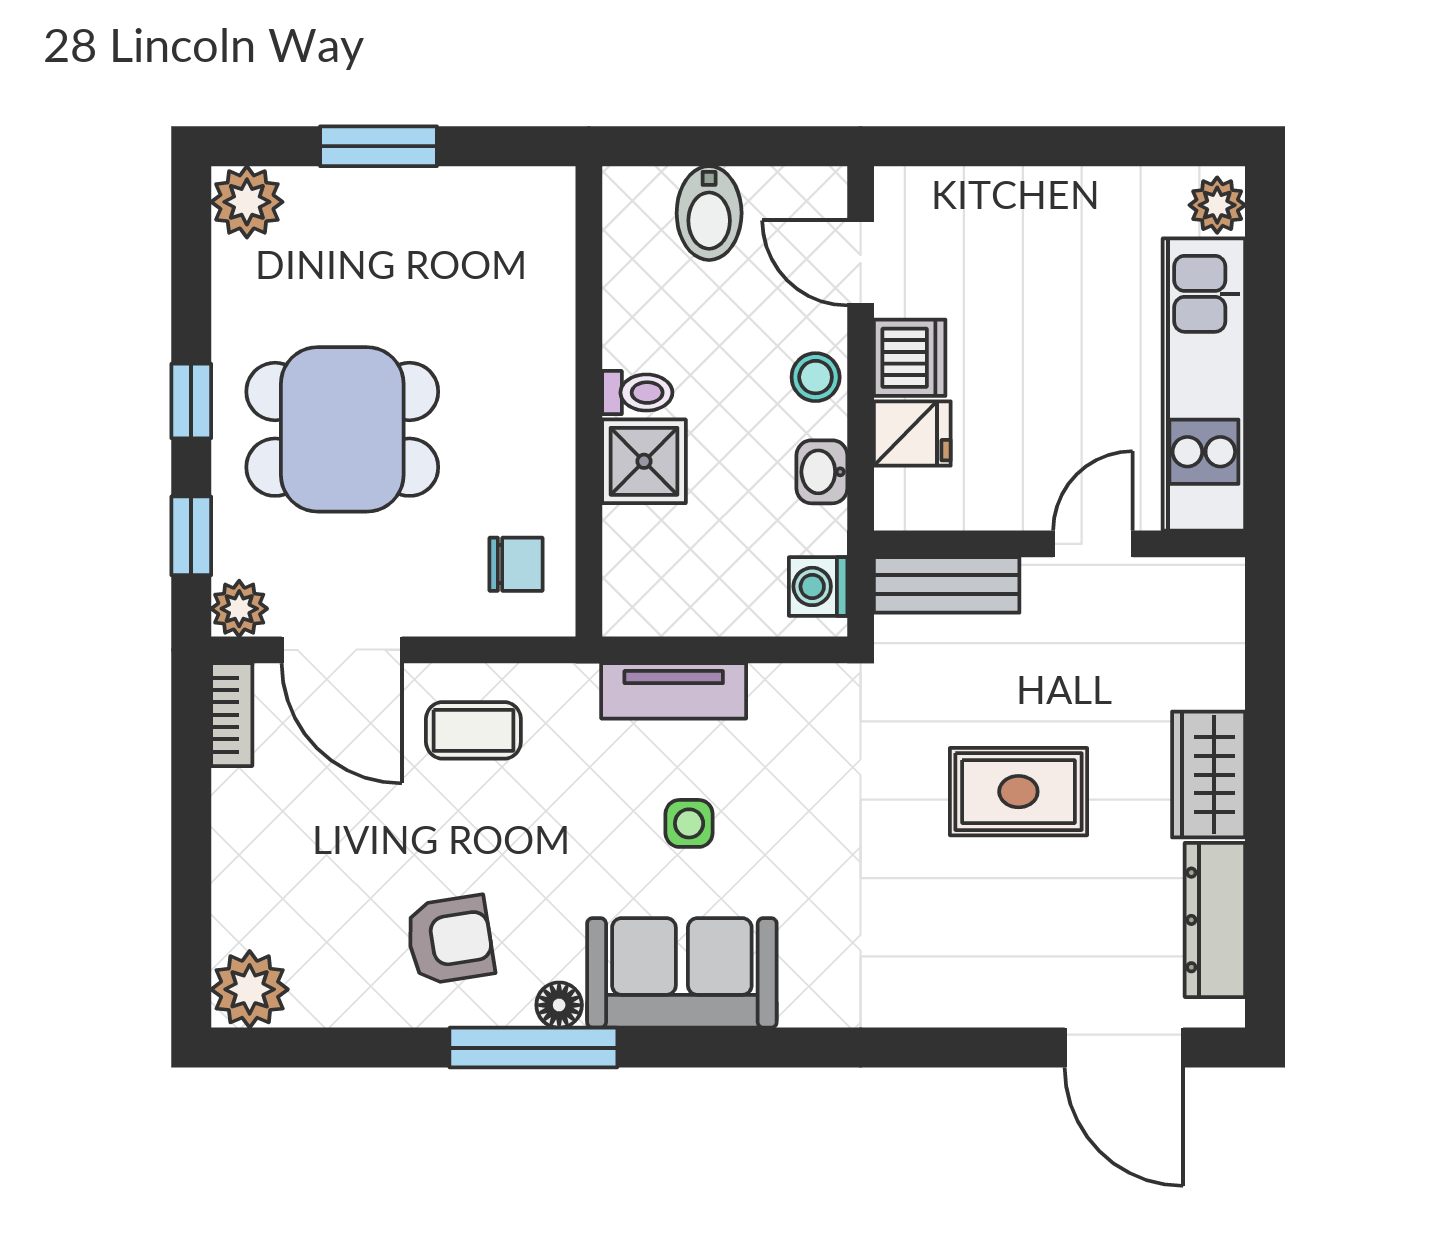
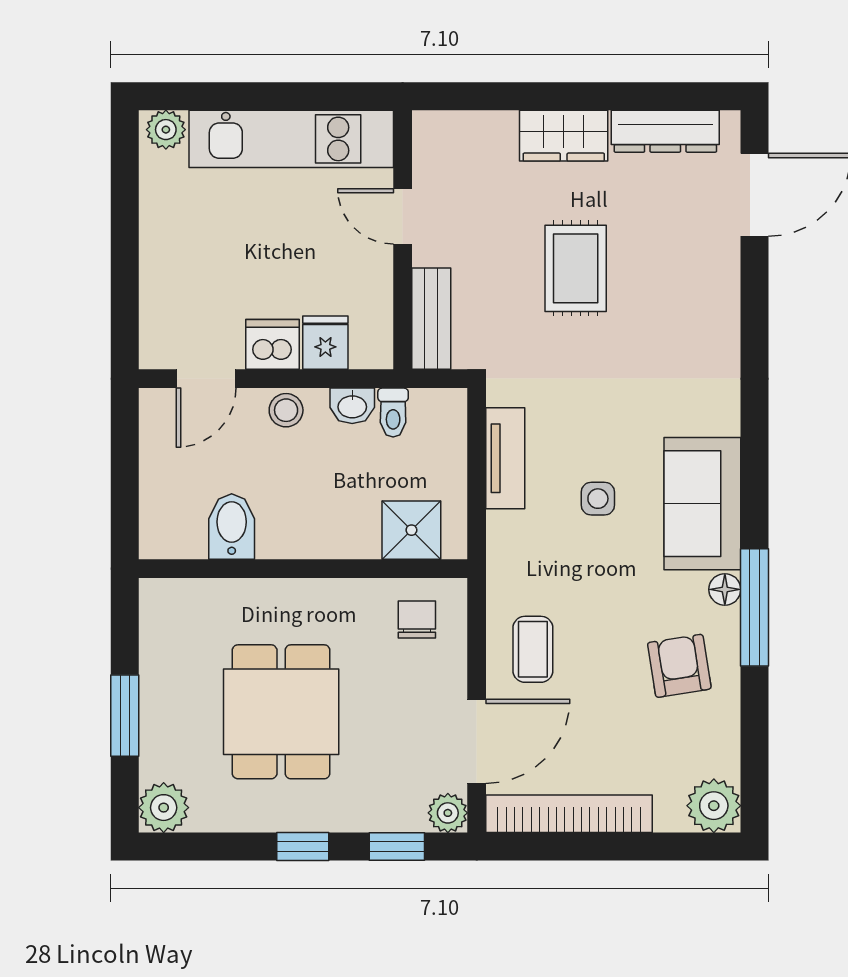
bidet: (709, 213) -> (232, 527), moved, turned -90
toilet: (637, 393) -> (393, 413), moved, turned 180
dining table: (342, 429) -> (281, 712), moved
shower: (644, 461) -> (411, 530), moved
washing machine: (818, 586) -> (432, 408), removed
tv unit: (674, 691) -> (505, 458), moved
bookcase: (232, 715) -> (569, 814), width x2.31, depth x1.31

